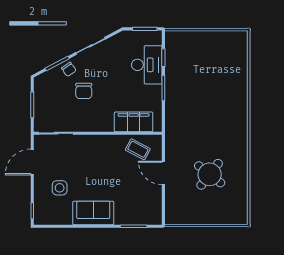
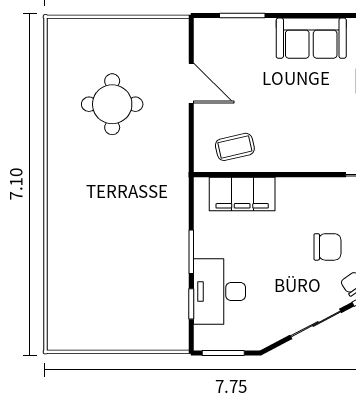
chair: (84, 91) -> (327, 247), turned 90
coffee table: (138, 149) -> (235, 147), turned -41
door: (163, 173) -> (191, 83), moved
round table: (210, 174) -> (112, 104), turned -38

